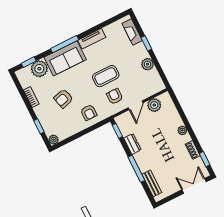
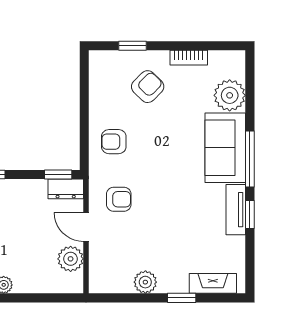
window: (29, 62) -> (250, 214), moved
coffee table: (106, 76) -> (161, 201), removed
armchair: (63, 99) -> (148, 87), moved, turned 59
plant: (54, 140) -> (98, 59), removed
dresser: (132, 144) -> (66, 189), moved

